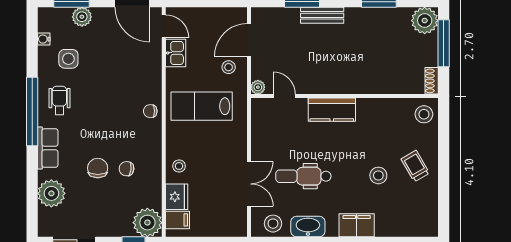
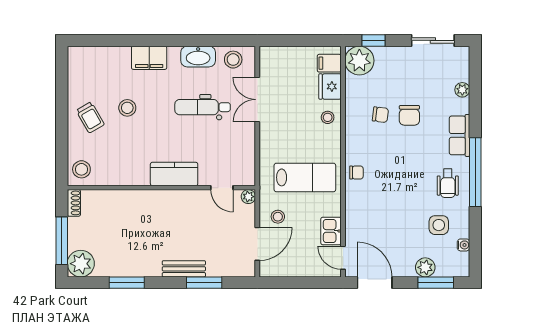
dental chair: (303, 176) -> (203, 107), turned 180
plant: (51, 193) -> (462, 90), width x0.53, depth x0.53

